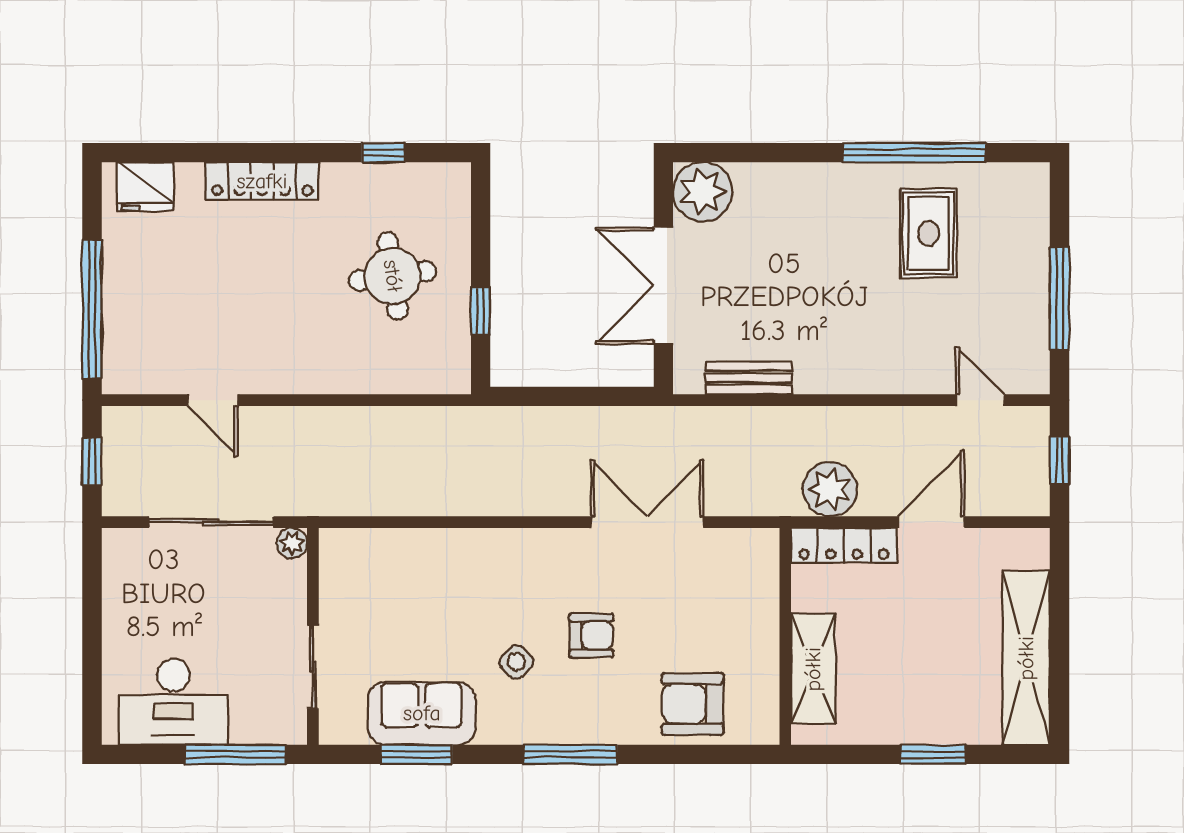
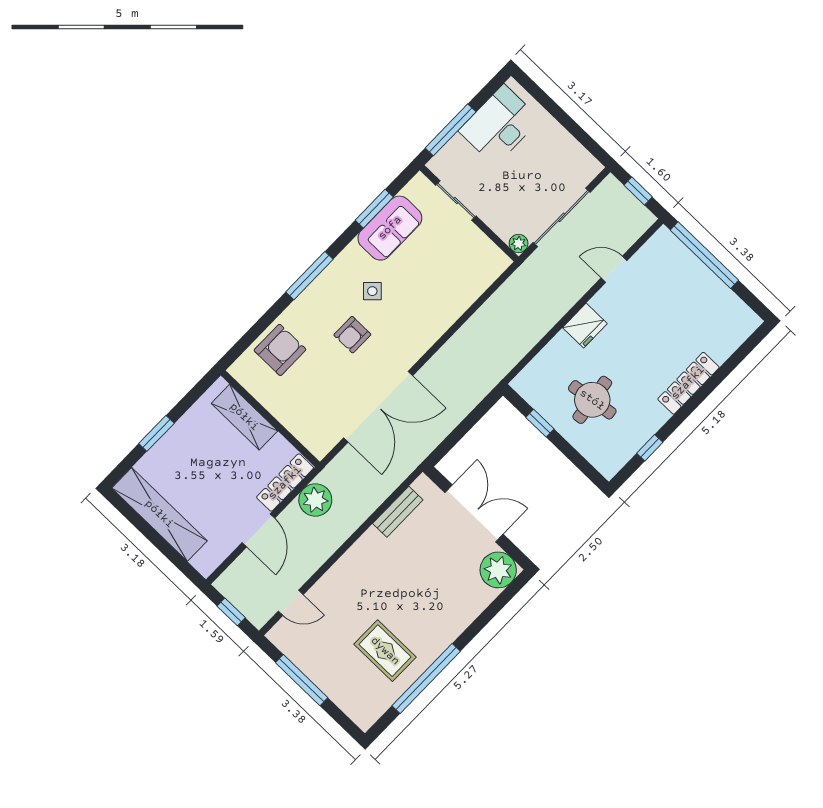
fridge: (145, 187) -> (585, 326), moved, turned 180
double door: (647, 522) -> (378, 407), width x1.36

